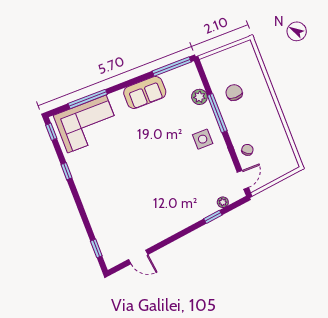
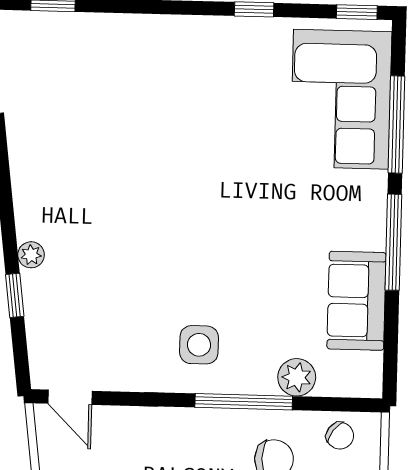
window: (172, 67) -> (393, 242), moved
sofa: (145, 92) -> (357, 301), moved
chair: (247, 150) -> (340, 436), moved
plant: (223, 202) -> (31, 255), moved

